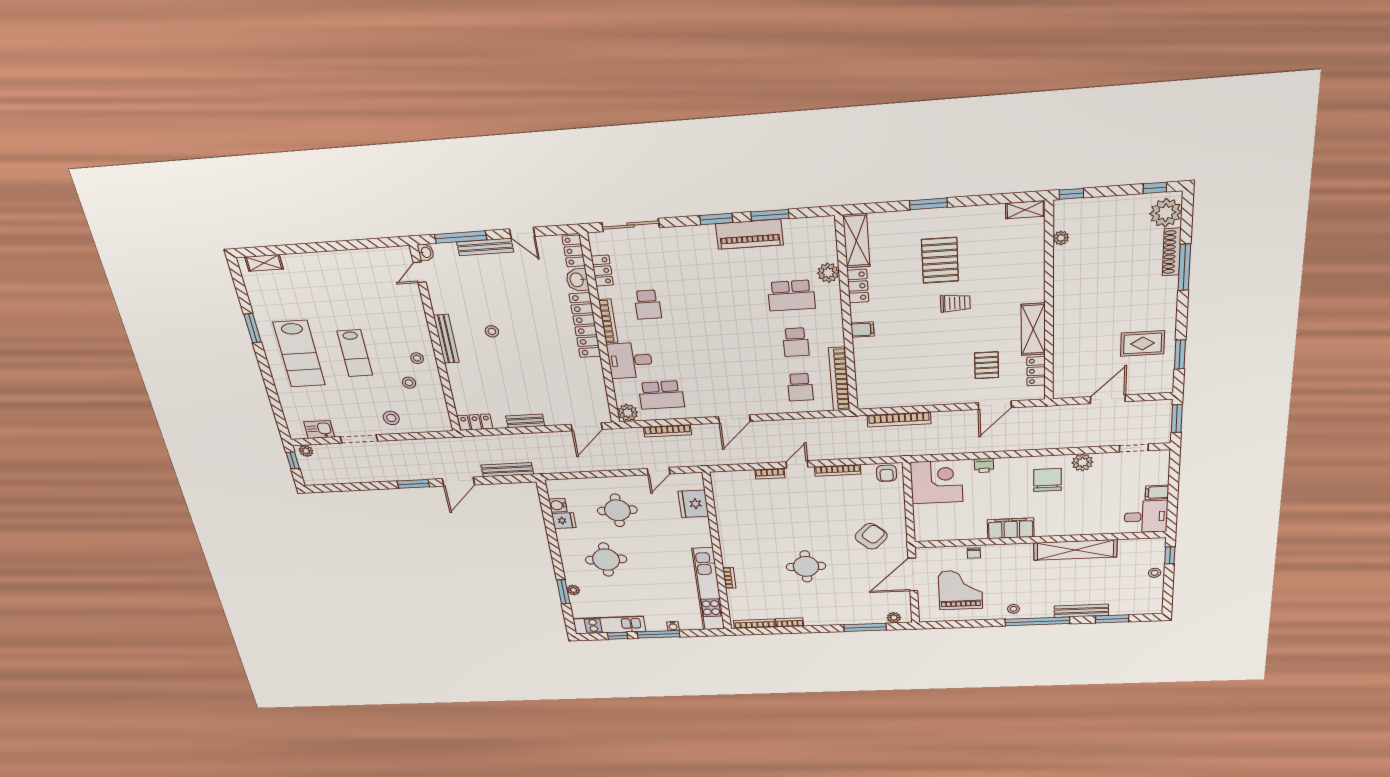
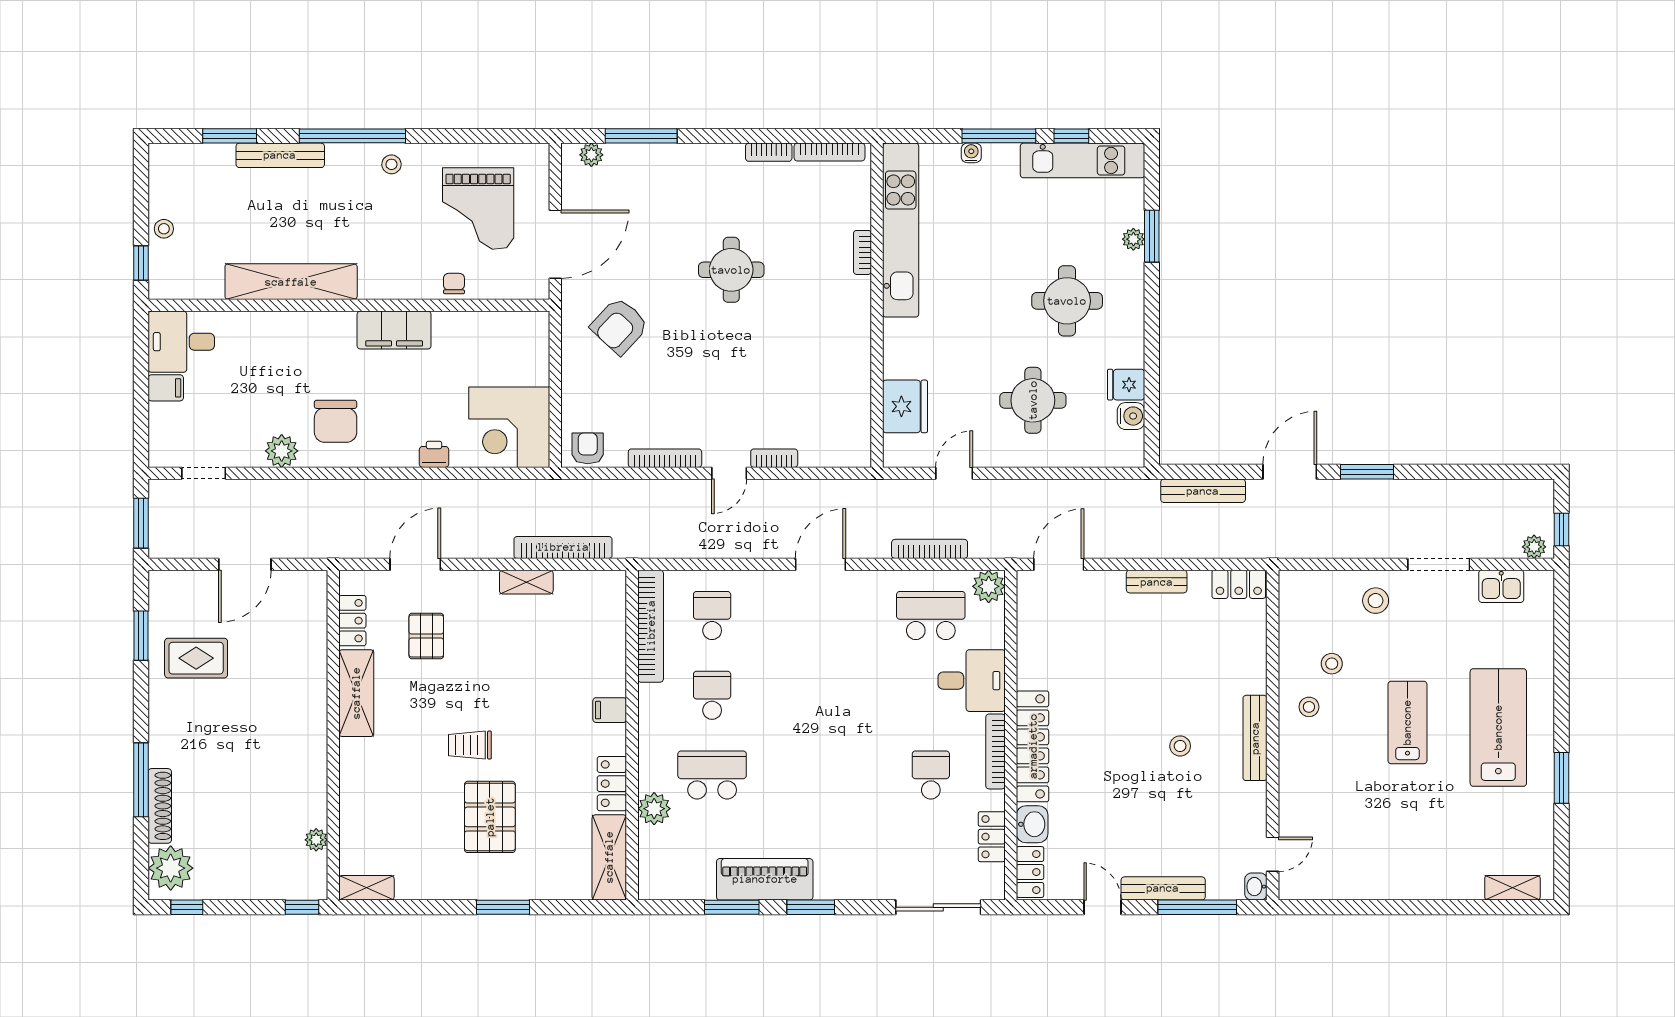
shelving: (922, 399) -> (526, 582), added

